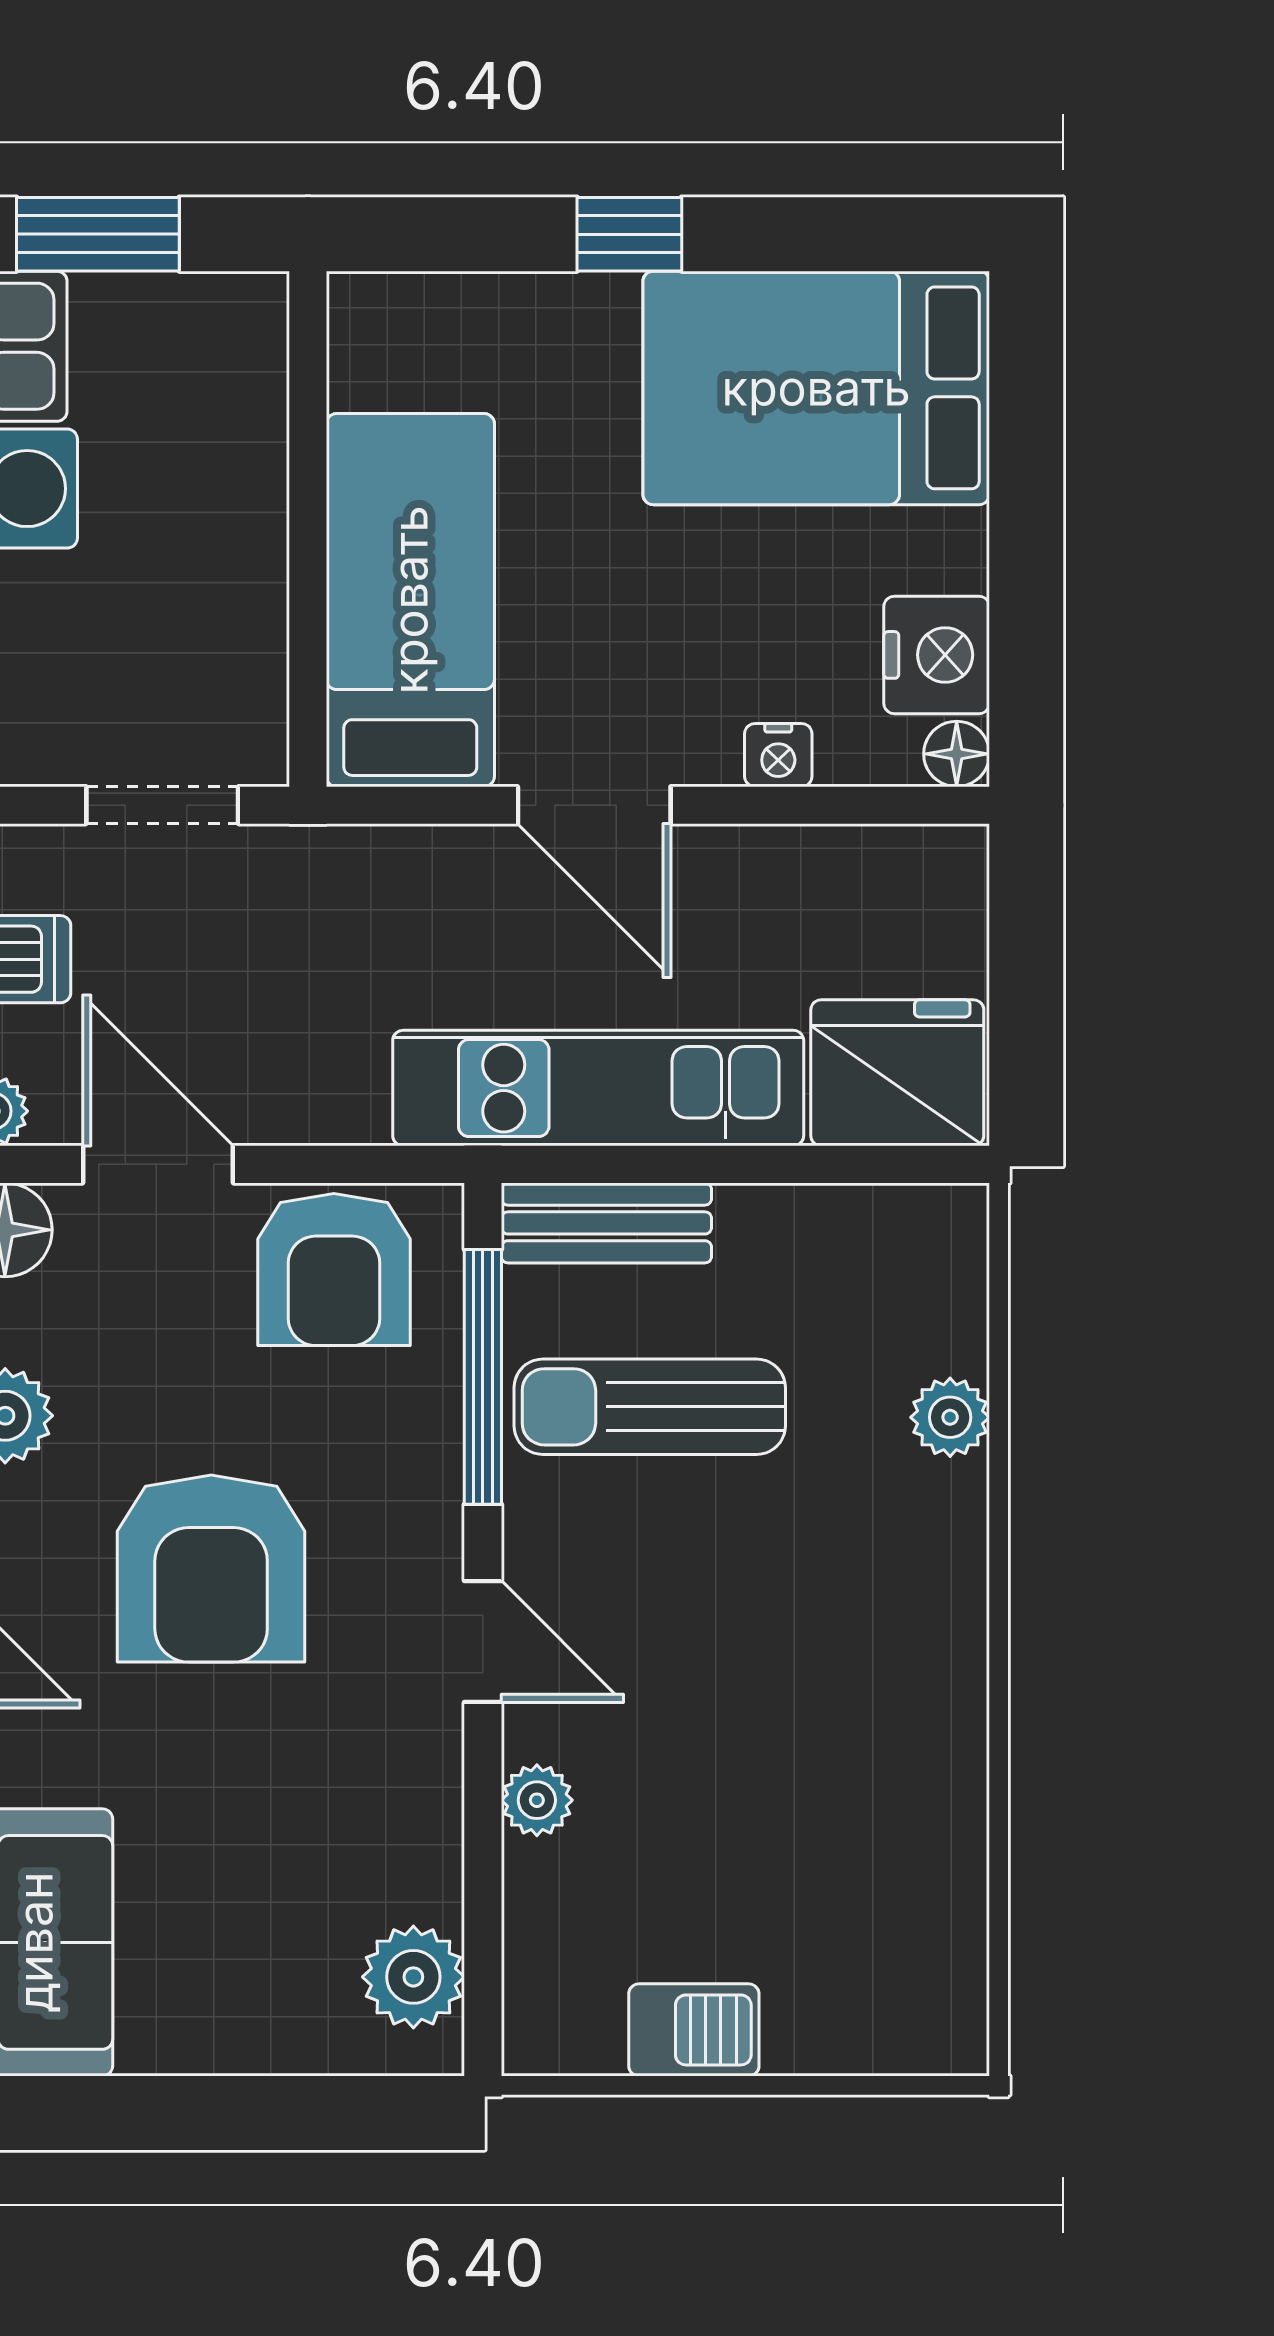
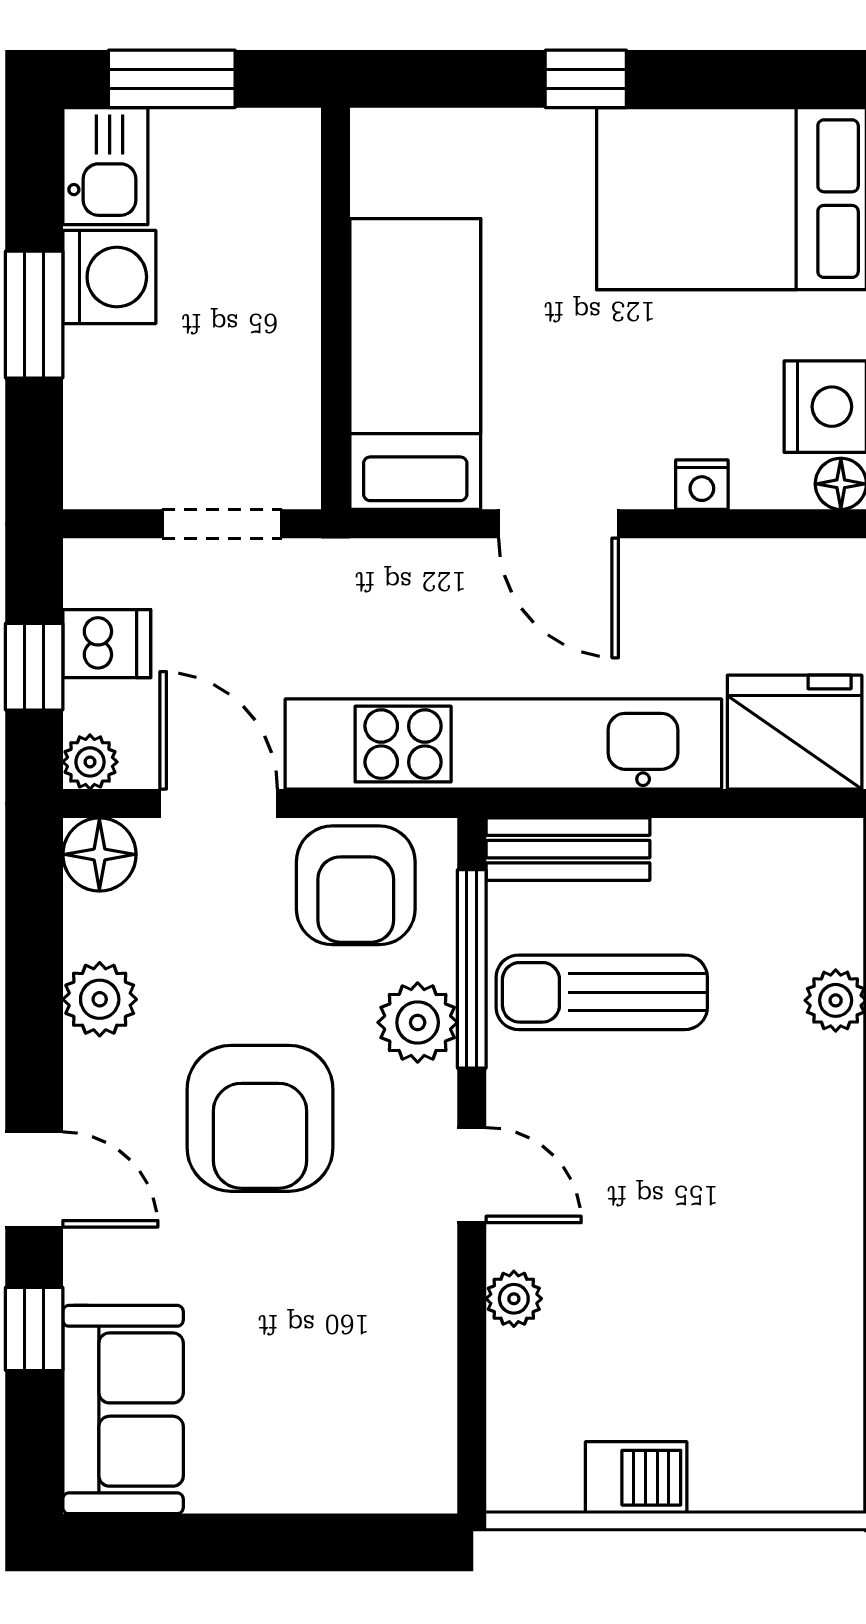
kitchen unit: (598, 1088) -> (503, 744), width x1.36
plant: (413, 1977) -> (418, 1022), moved

